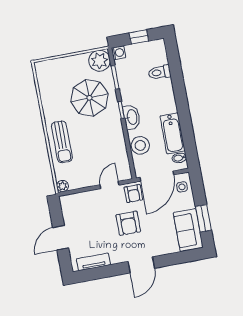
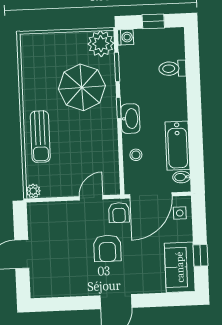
stool: (140, 145) -> (136, 155), width x0.53, depth x0.53
window: (203, 218) -> (200, 255), width x0.67
tv unit: (93, 262) -> (58, 289), removed

